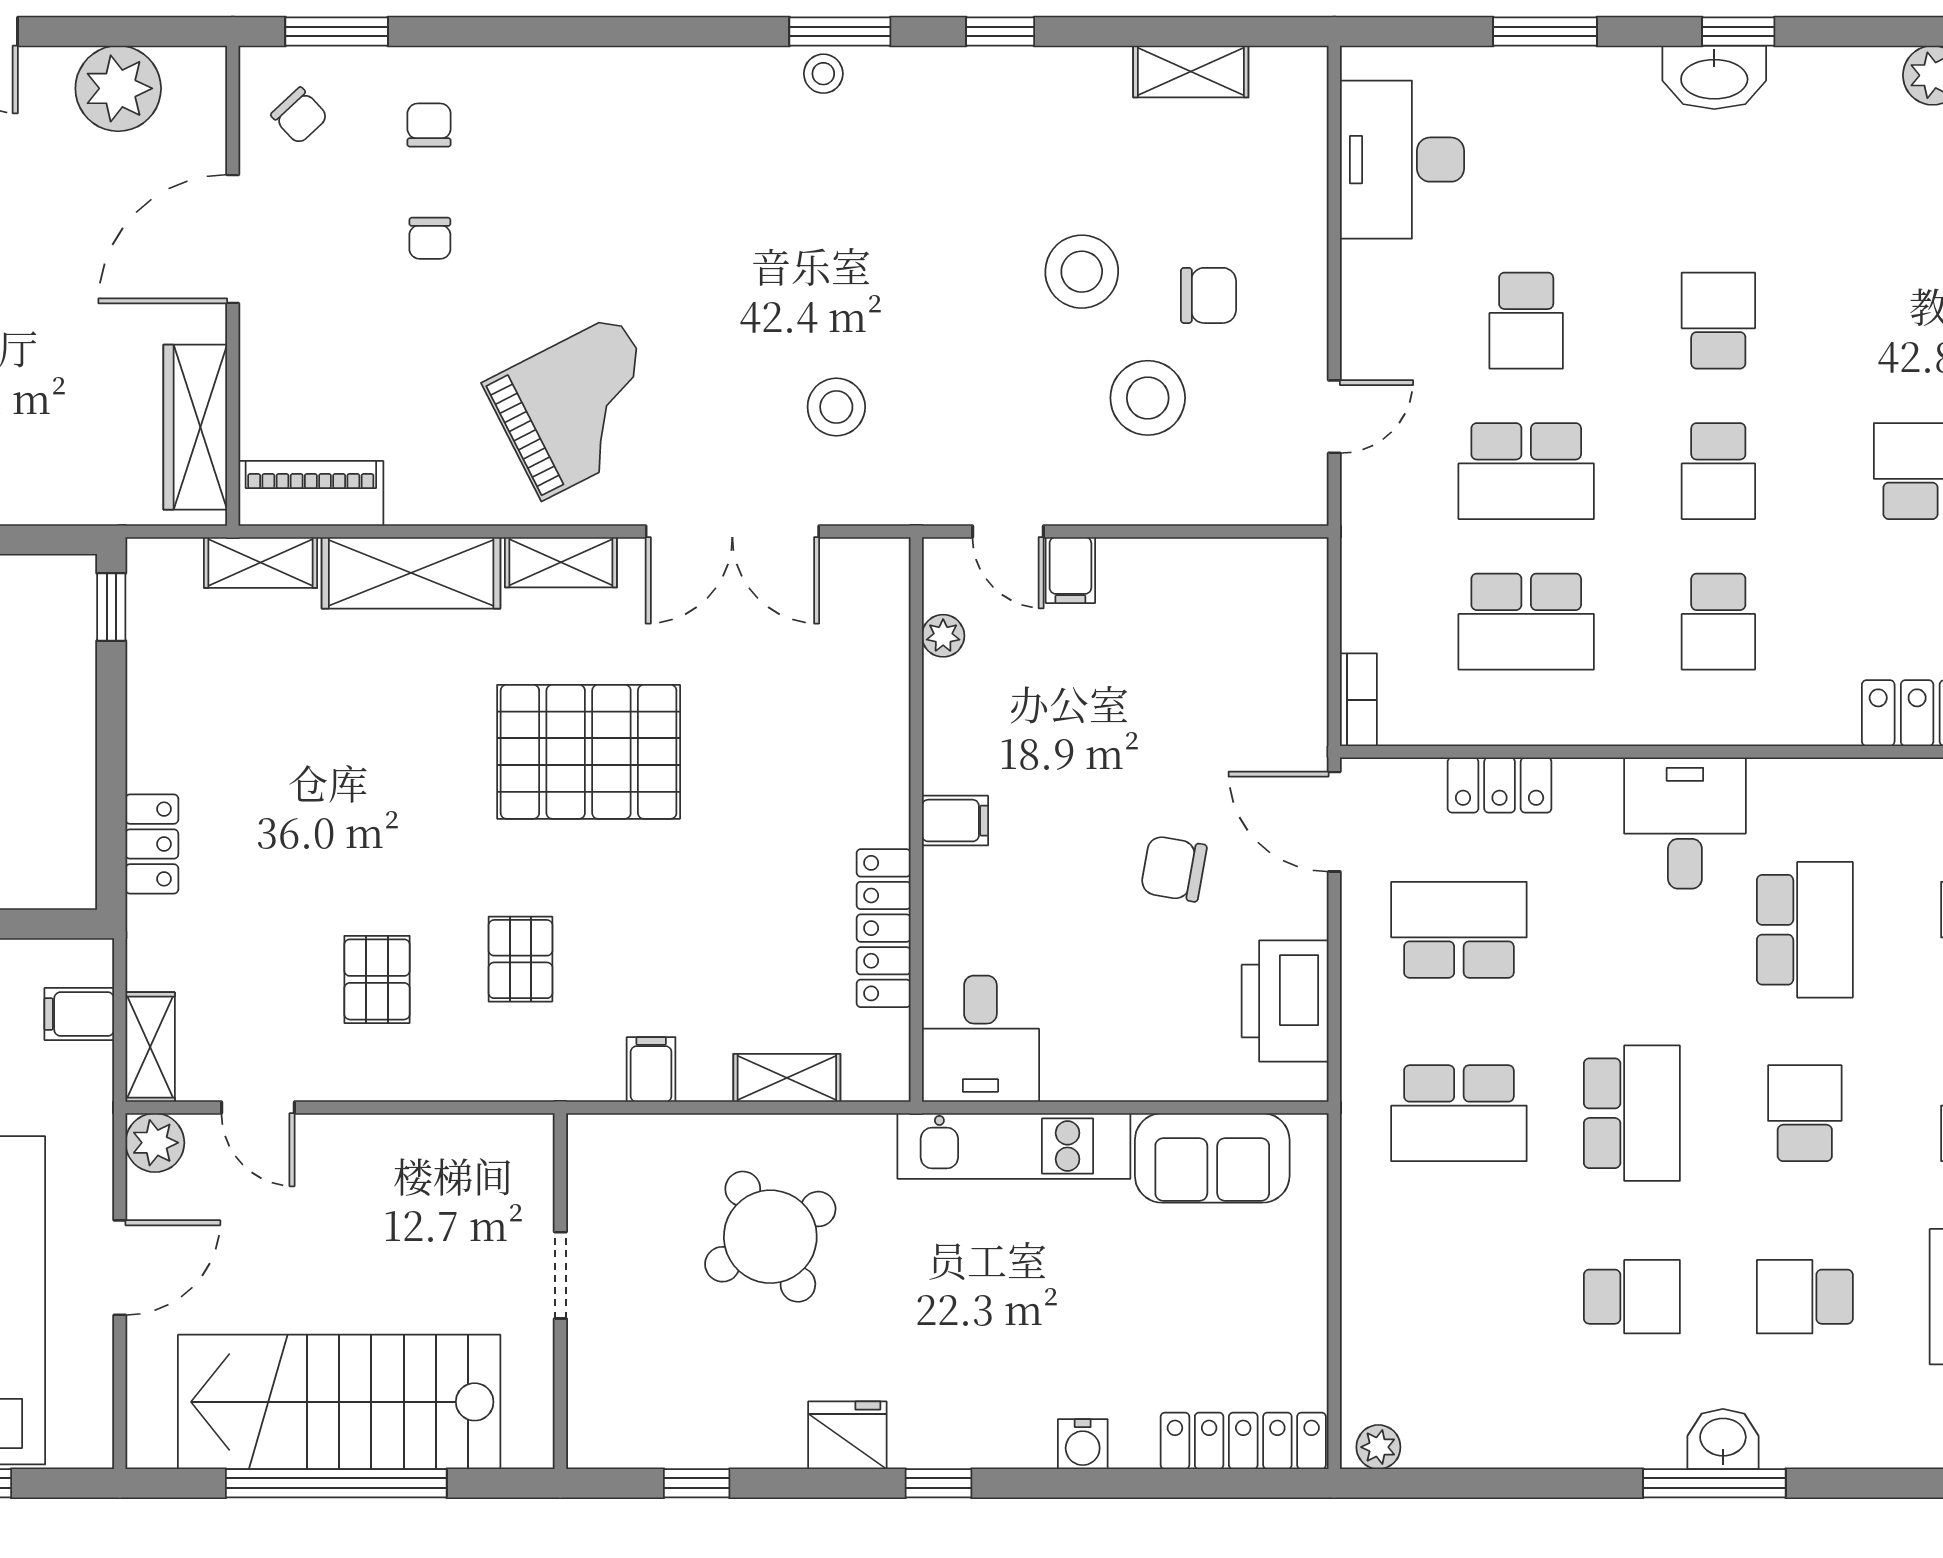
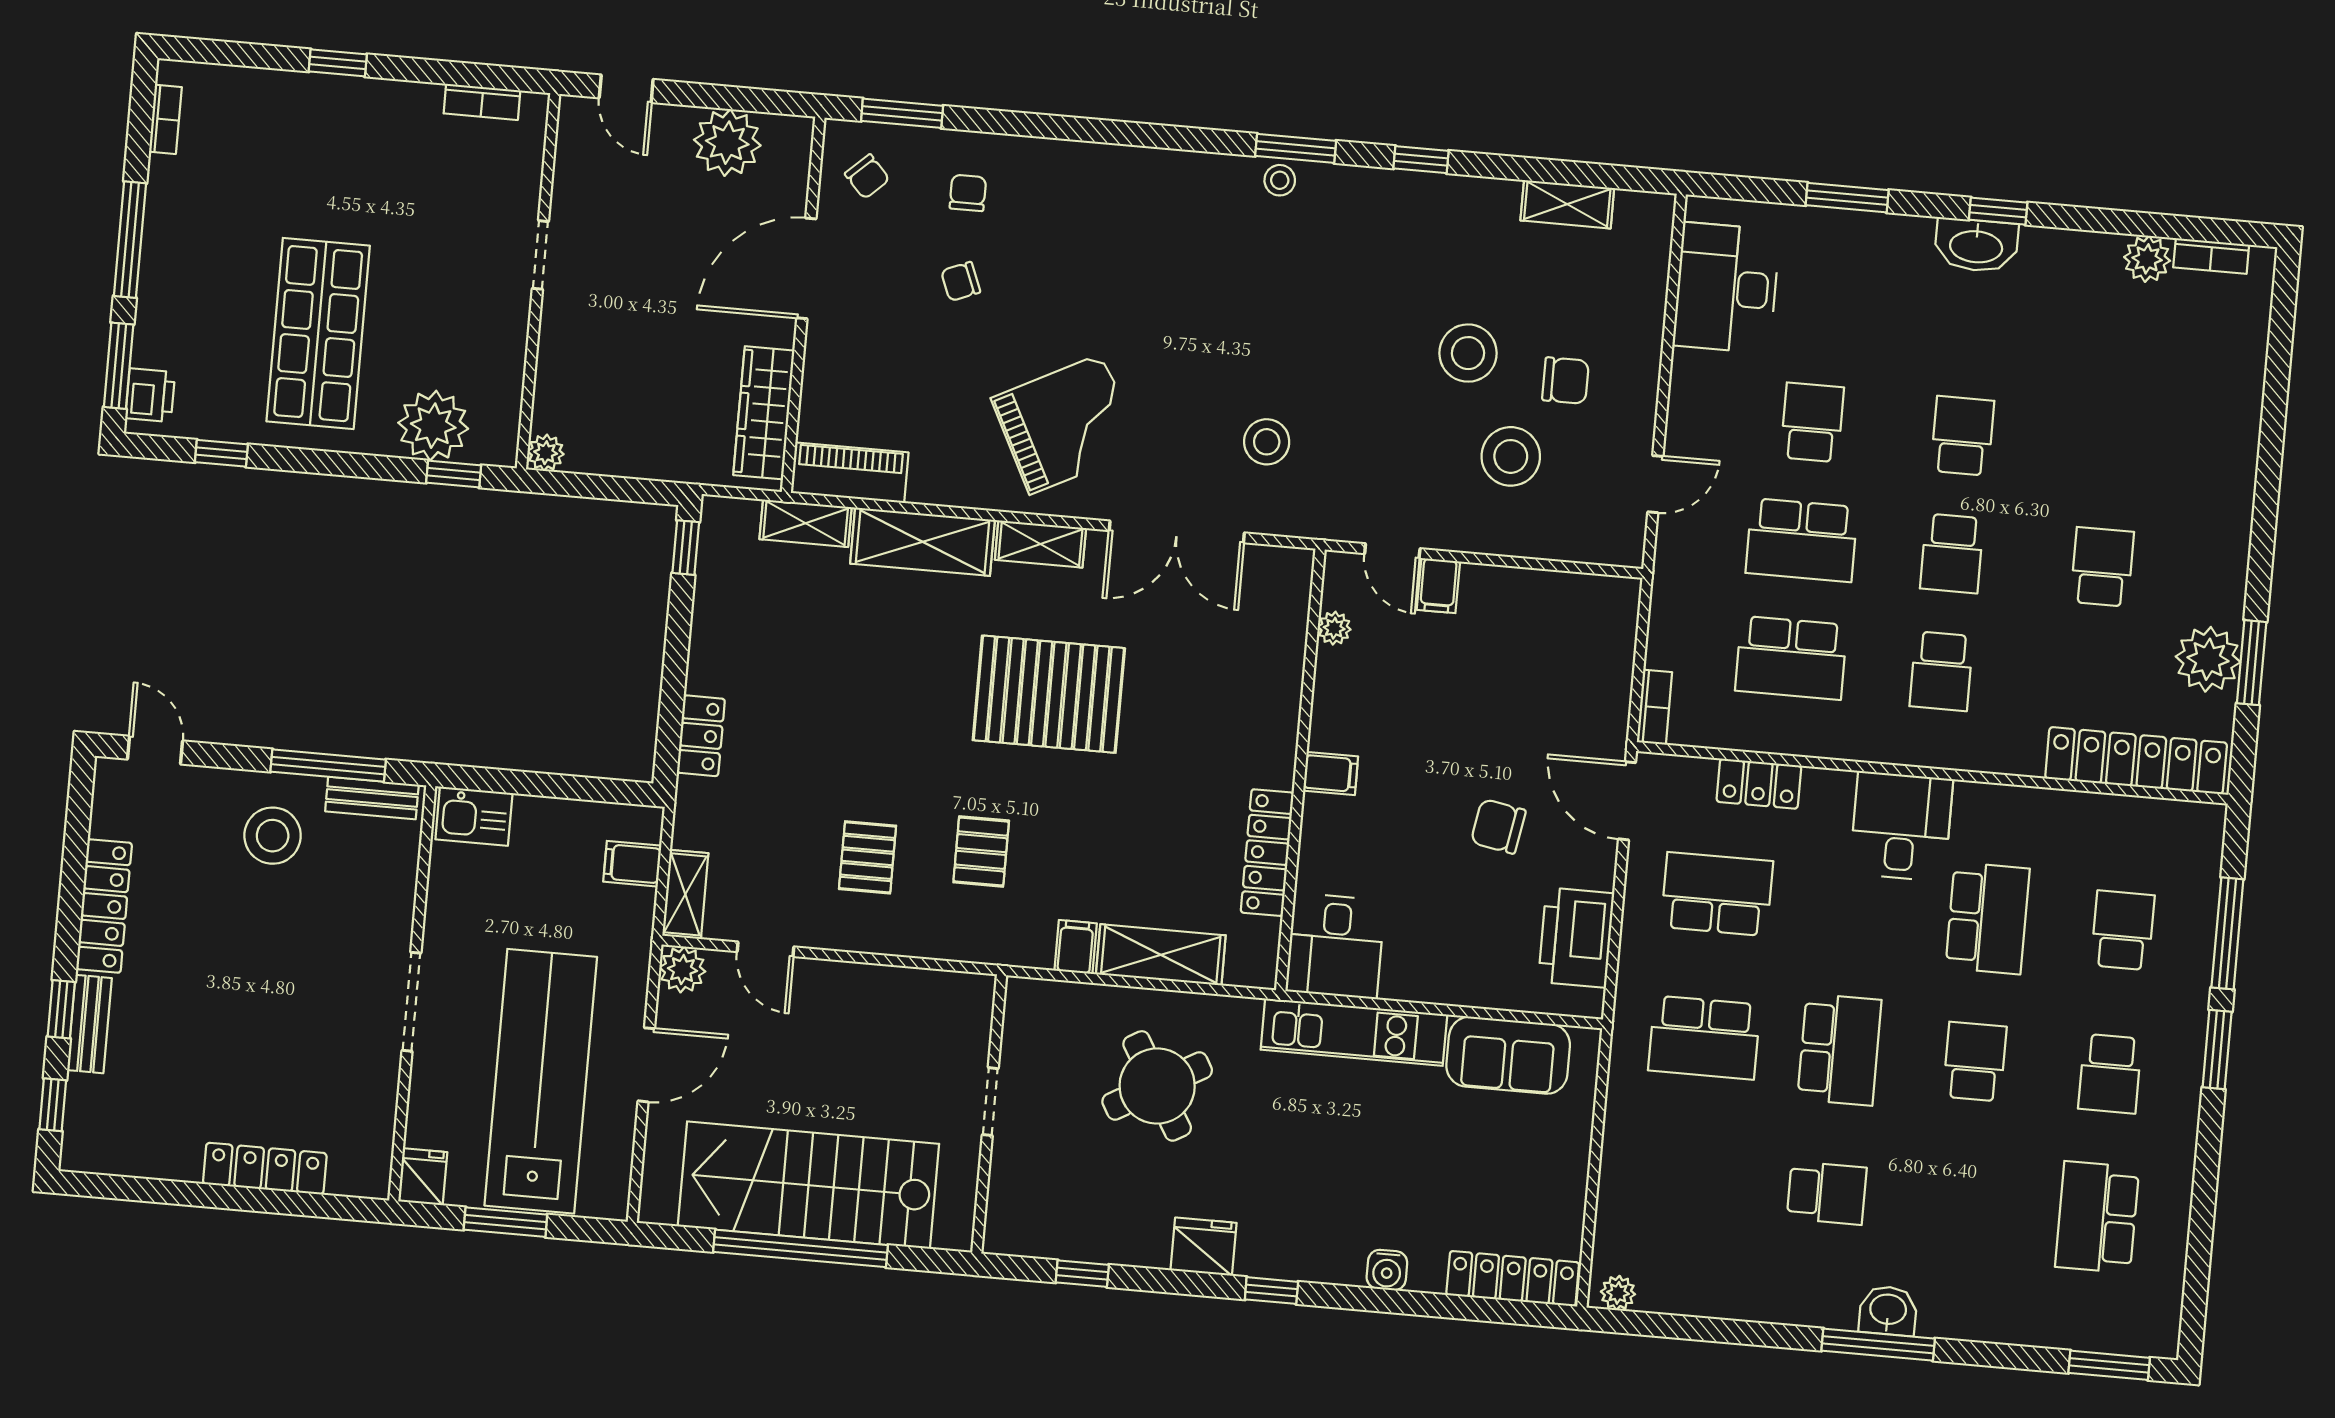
chair: (430, 238) -> (961, 281), turned 68
school desk: (1526, 321) -> (1812, 422), turned 180
shelving: (787, 1078) -> (1161, 955), width x1.50, depth x1.33
school desk: (1805, 1297) -> (1962, 1205), removed

